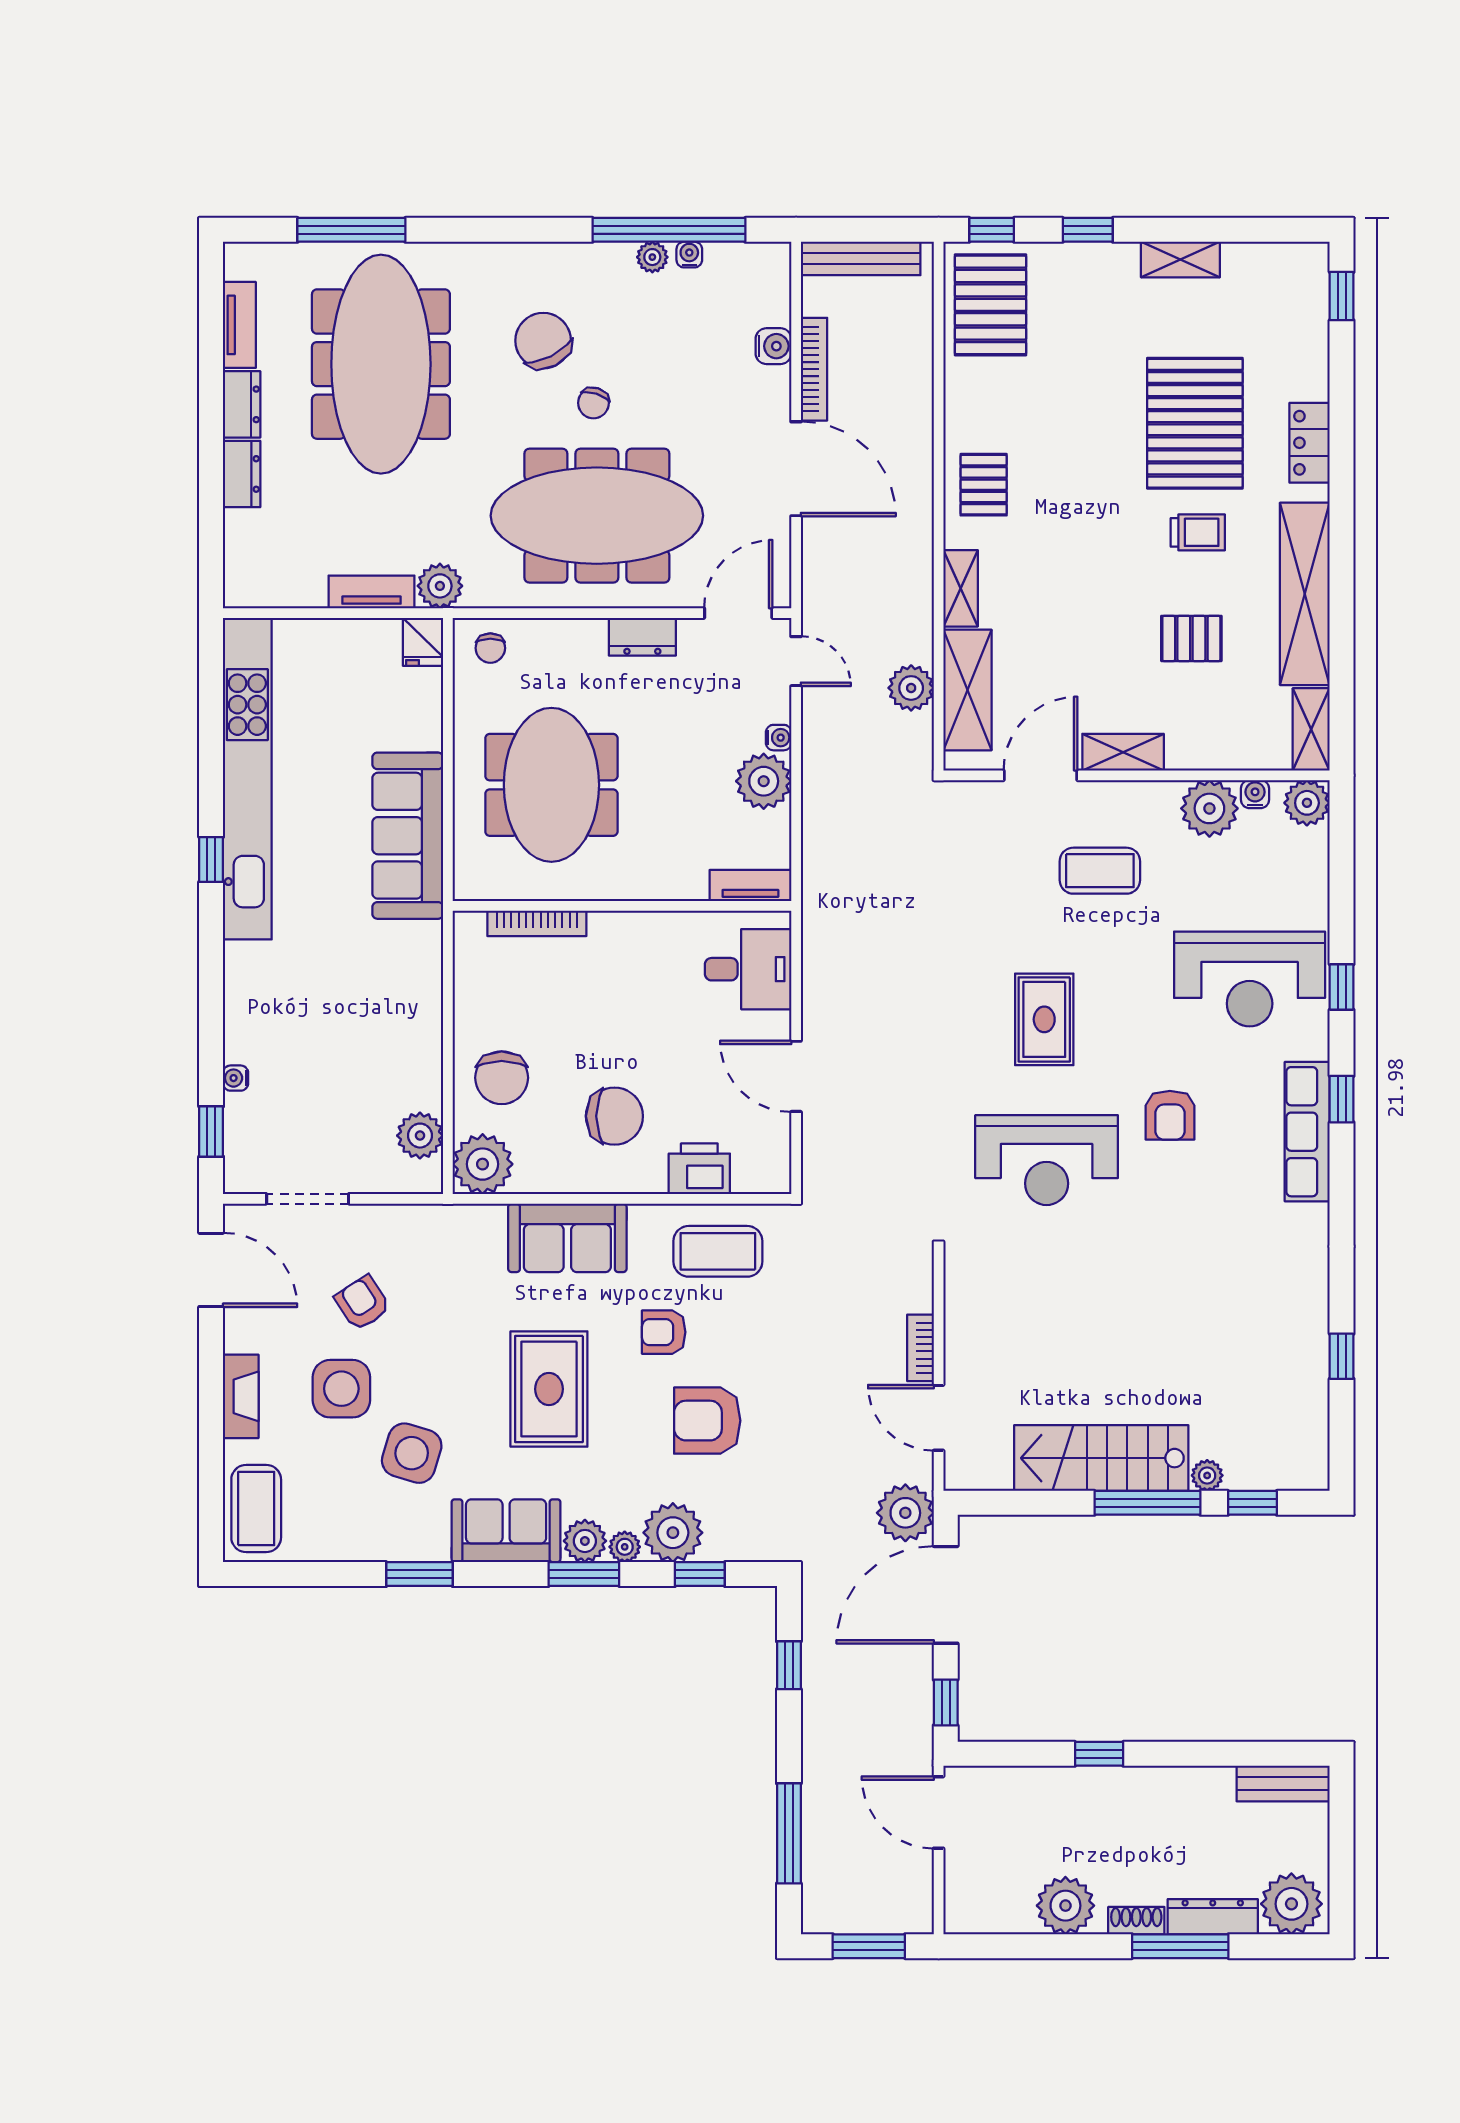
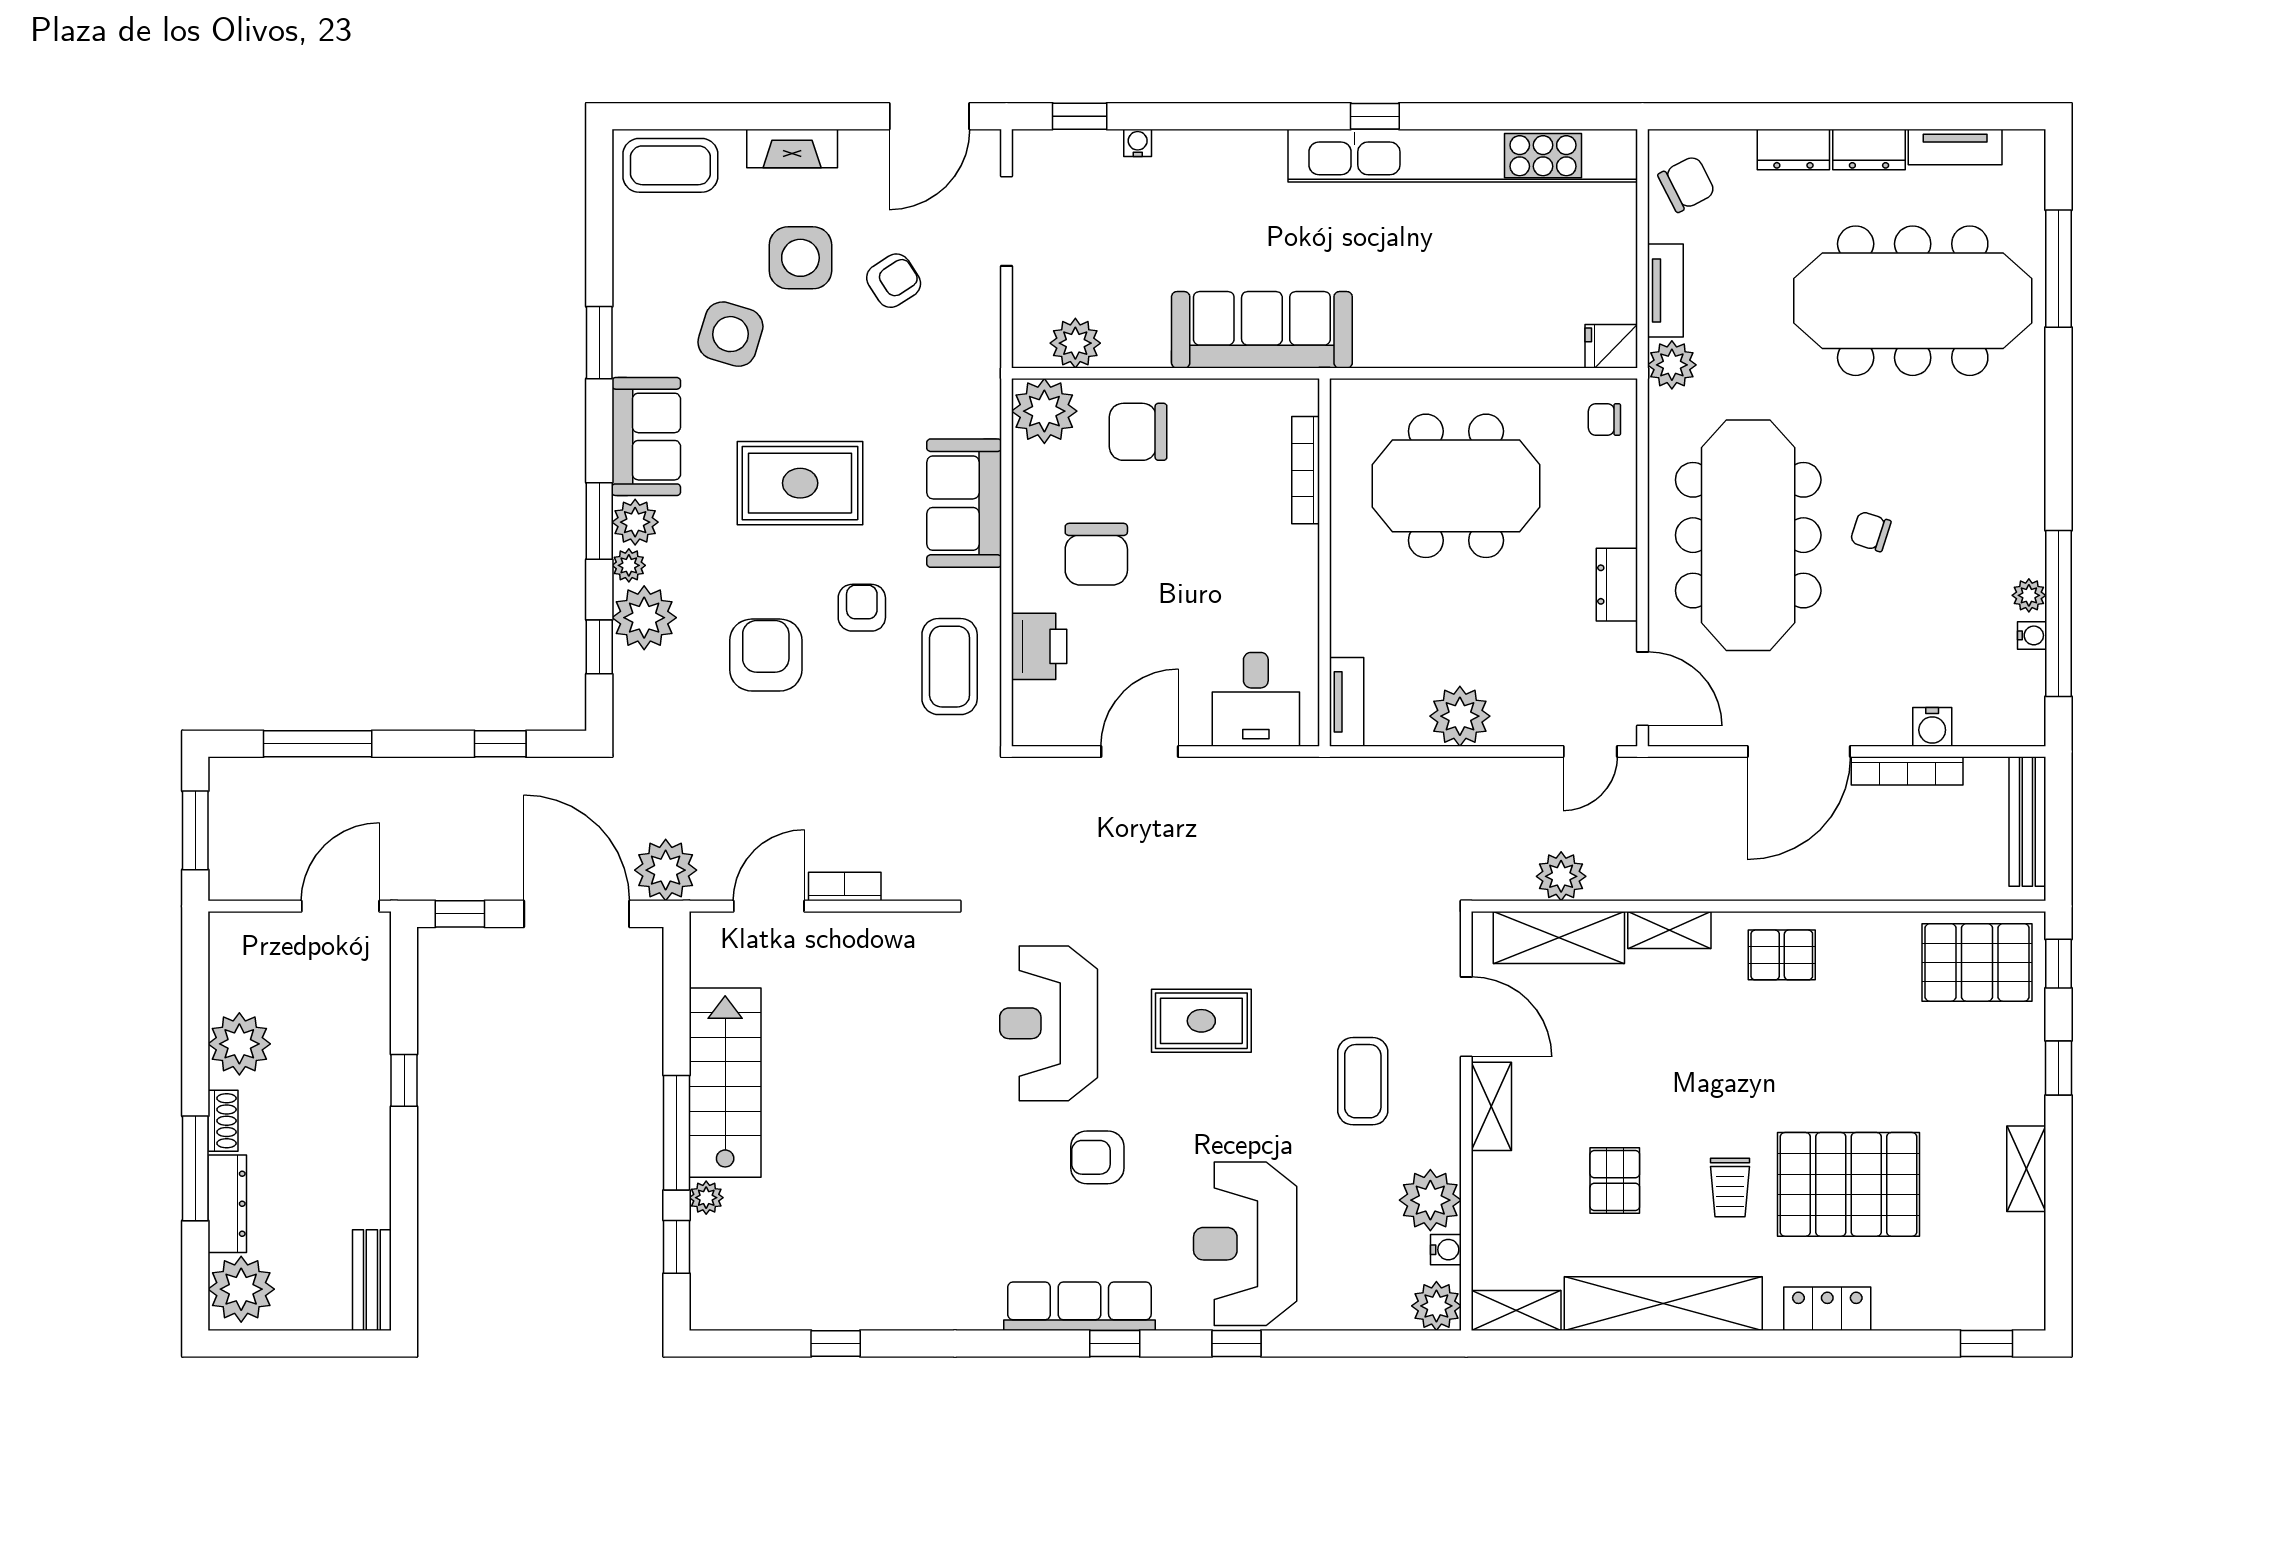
chair: (543, 341) -> (1687, 184), moved, width x0.73, depth x0.73
water cooler: (779, 738) -> (1507, 732), removed
sofa: (408, 836) -> (1262, 330), moved

